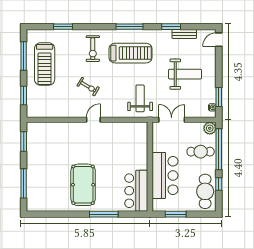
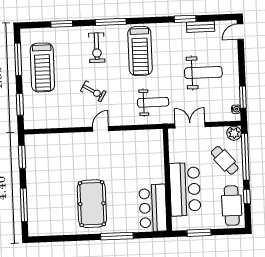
window: (130, 27) -> (111, 22), moved
treadmill: (131, 53) -> (140, 51), turned 90
weight bench: (140, 98) -> (153, 102), turned 90
cafe table: (201, 152) -> (225, 160), turned 50

